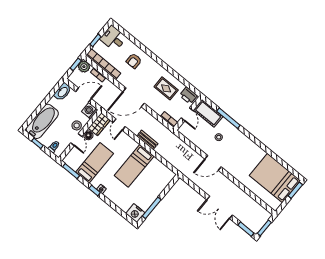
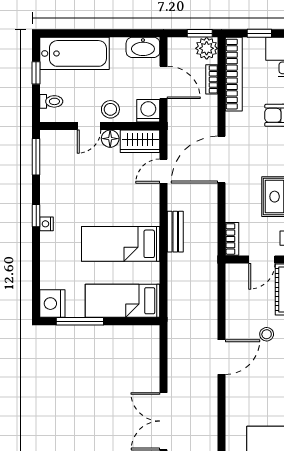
door: (134, 97) -> (222, 160), hinge flipped
bed: (95, 163) -> (123, 301), moved, turned 180
door: (213, 163) -> (222, 357), swing flipped

